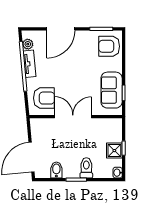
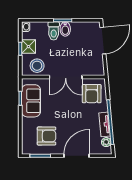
armchair: (109, 46) -> (46, 136), moved
armchair: (44, 98) -> (92, 94), turned -90
stool: (105, 129) -> (37, 66), added
bidet: (56, 170) -> (65, 29), moved

